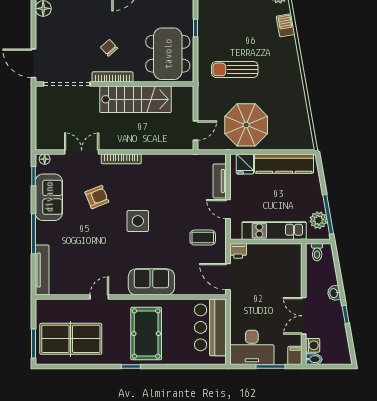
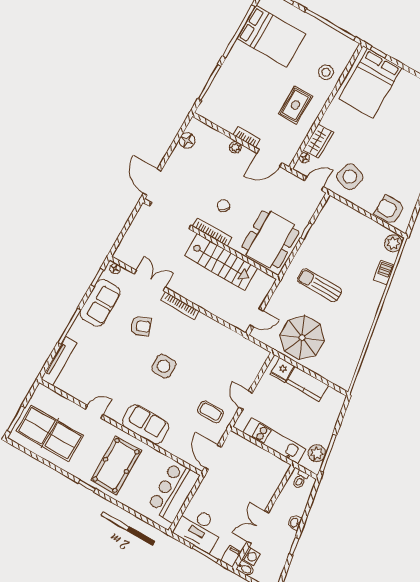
kitchen counter: (284, 164) -> (307, 384), width x0.67
tv unit: (220, 181) -> (252, 372), removed
printer: (238, 251) -> (234, 440), removed

